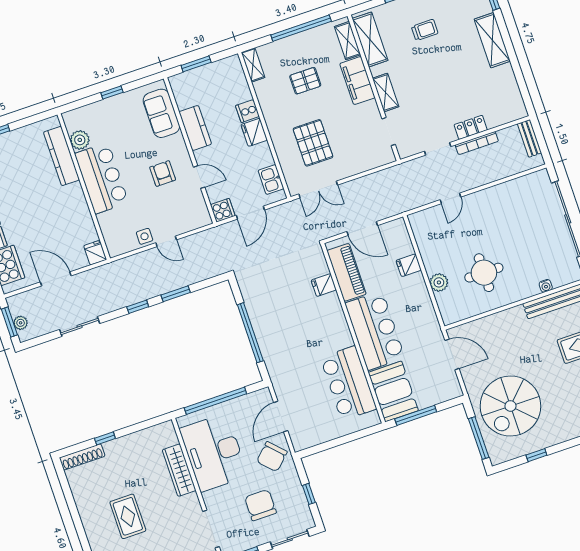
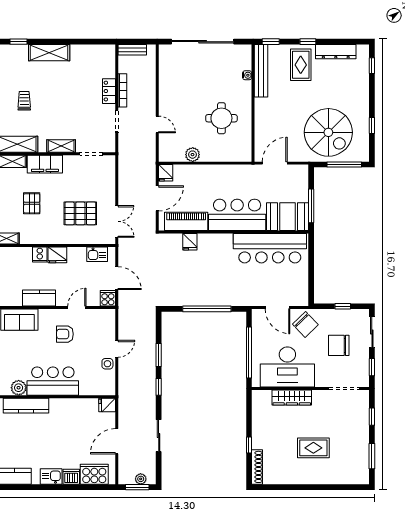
fridge: (409, 265) -> (166, 173), moved
plant: (439, 282) -> (193, 155), moved
bar counter: (348, 383) -> (270, 248), width x1.36

